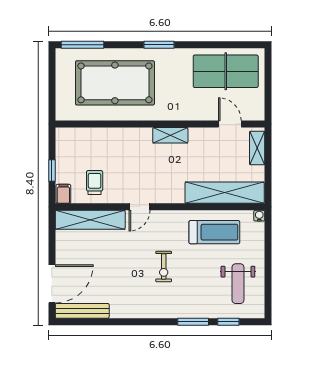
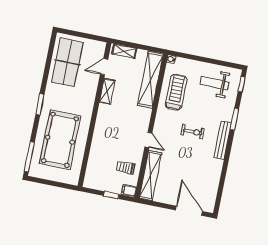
shelving: (170, 135) -> (107, 91), moved
weight bench: (238, 284) -> (215, 83), turned 180
bench: (82, 311) -> (223, 140), moved
window: (228, 322) -> (242, 84), moved

